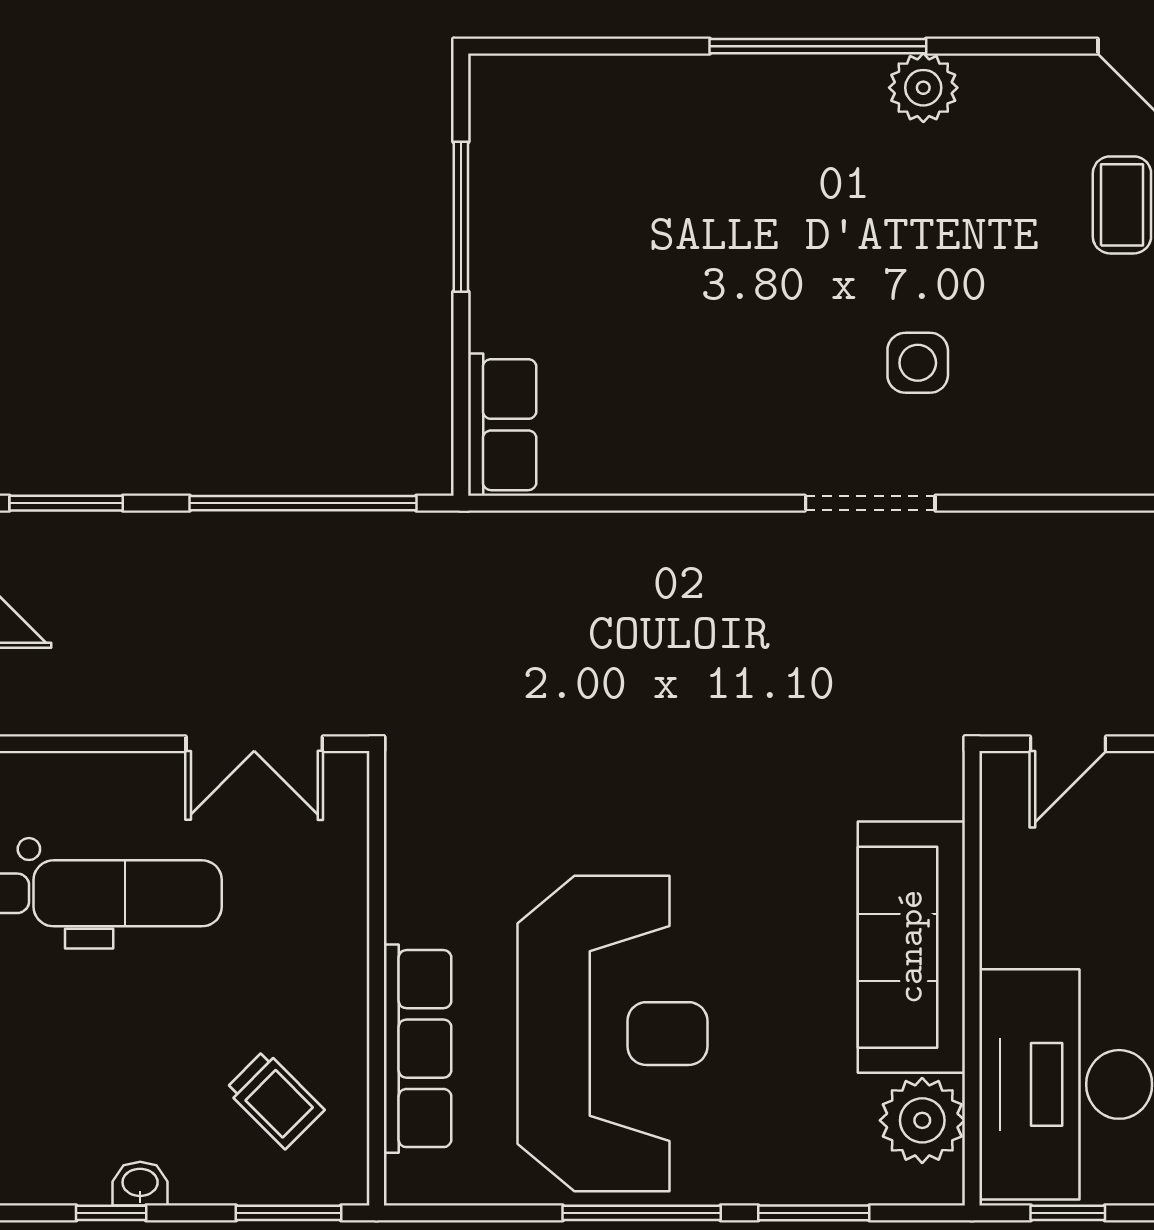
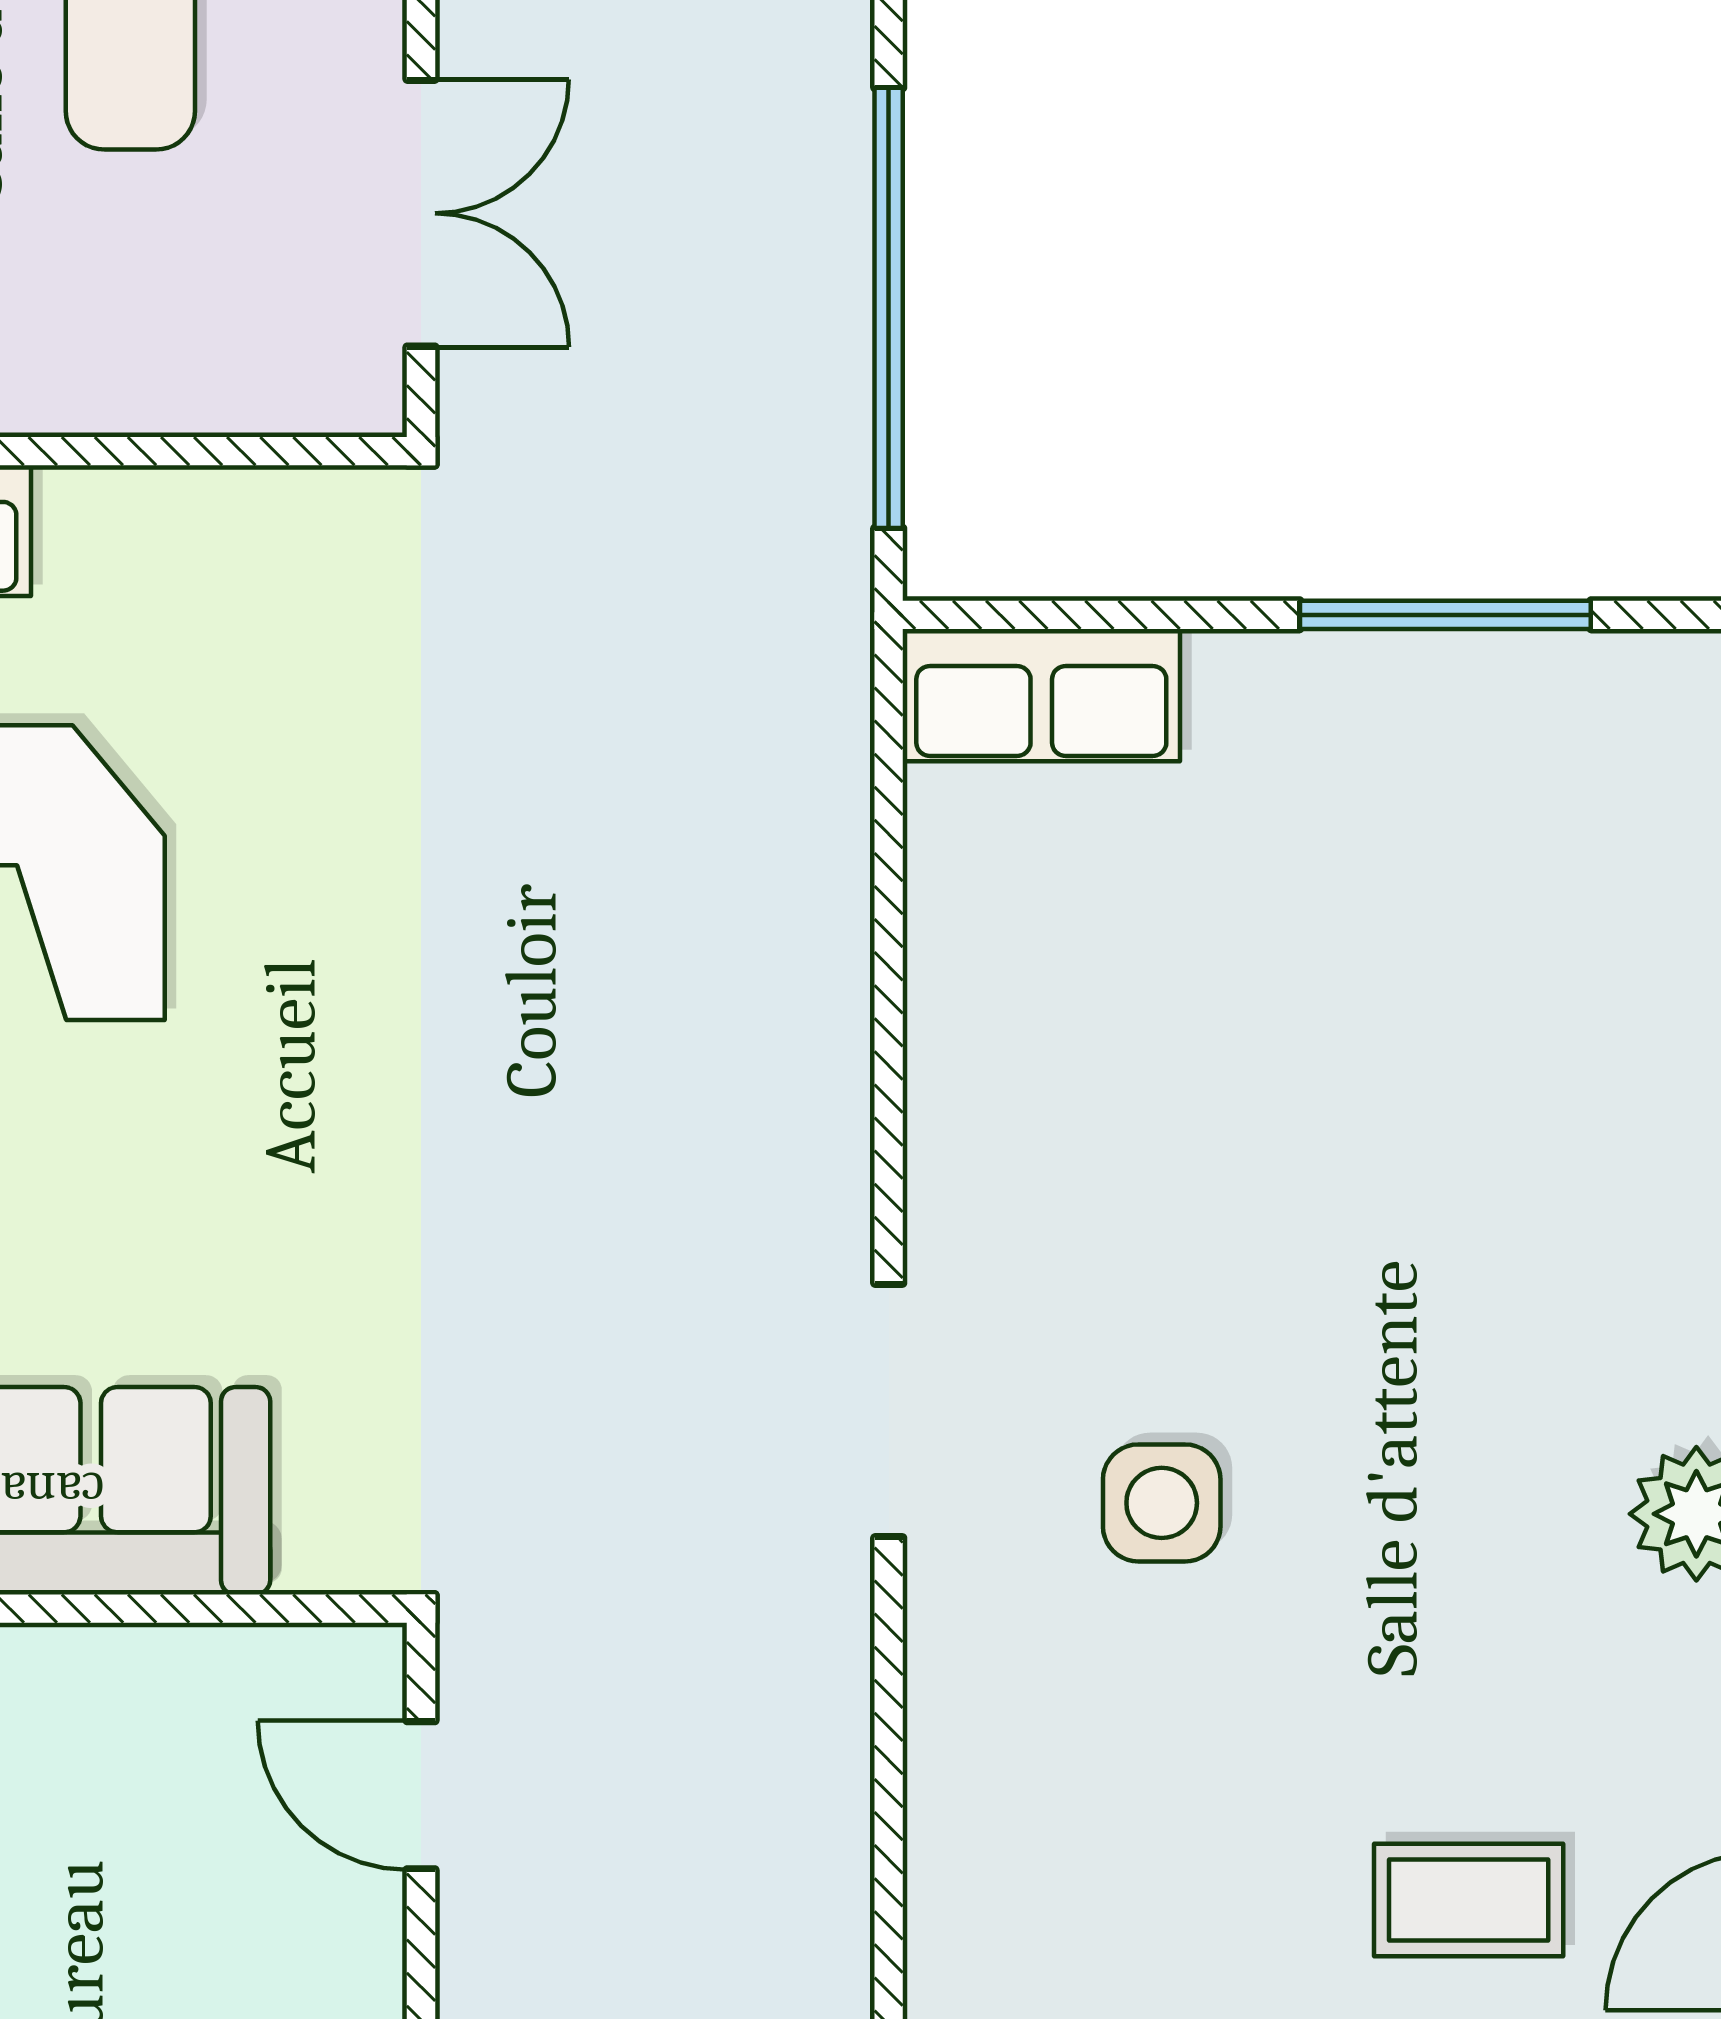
double door: (254, 744) -> (421, 213), swing flipped

